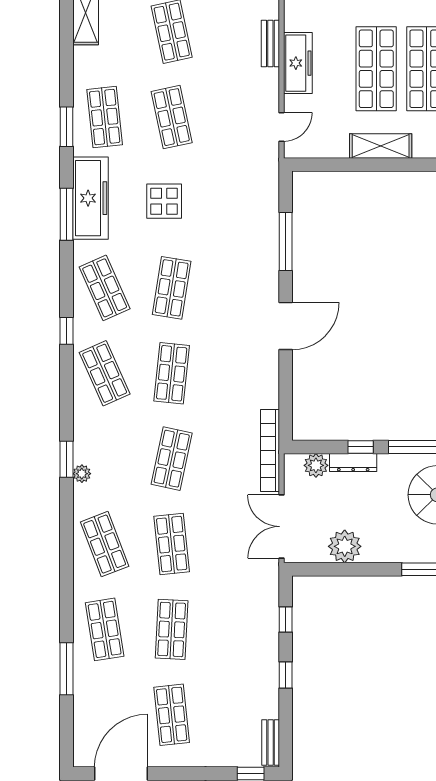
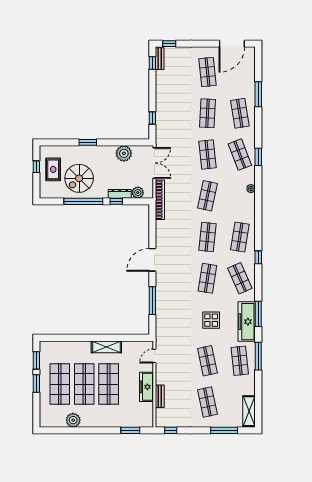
window: (67, 127) -> (258, 356), width x1.44
shop shelf: (105, 373) -> (240, 237), turned 33
window: (67, 459) -> (258, 157), moved
window: (286, 675) -> (152, 63), moved

